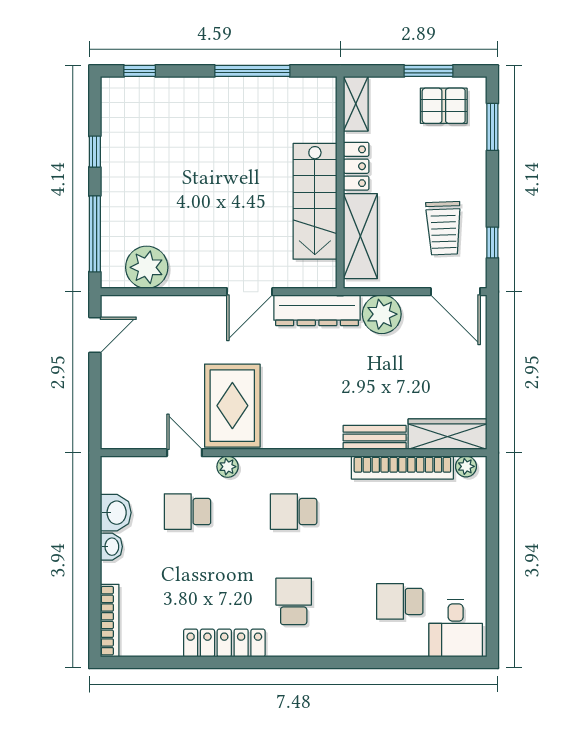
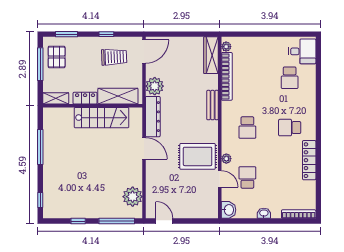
window: (428, 71) -> (40, 64), width x1.44
window: (492, 243) -> (106, 34), moved
bench: (375, 437) -> (213, 105), moved
door: (184, 453) -> (220, 179), swing flipped
school desk: (188, 512) -> (247, 177), turned 180
washbasin: (116, 513) -> (228, 210), moved, turned 90

